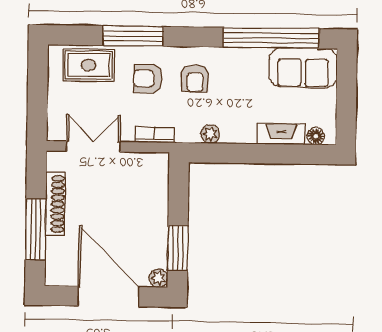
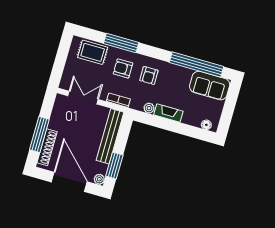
fireplace: (281, 134) -> (168, 113), moved
bench: (157, 200) -> (110, 136), added
shoe rack: (55, 204) -> (47, 147), moved

